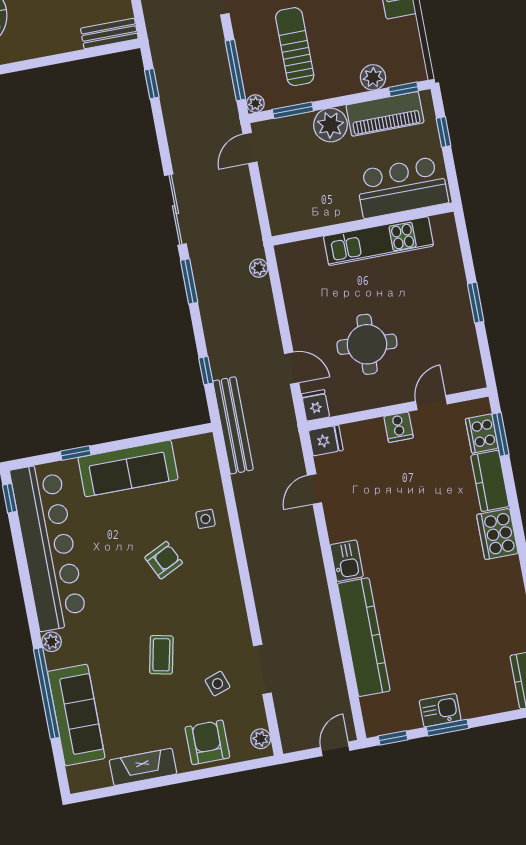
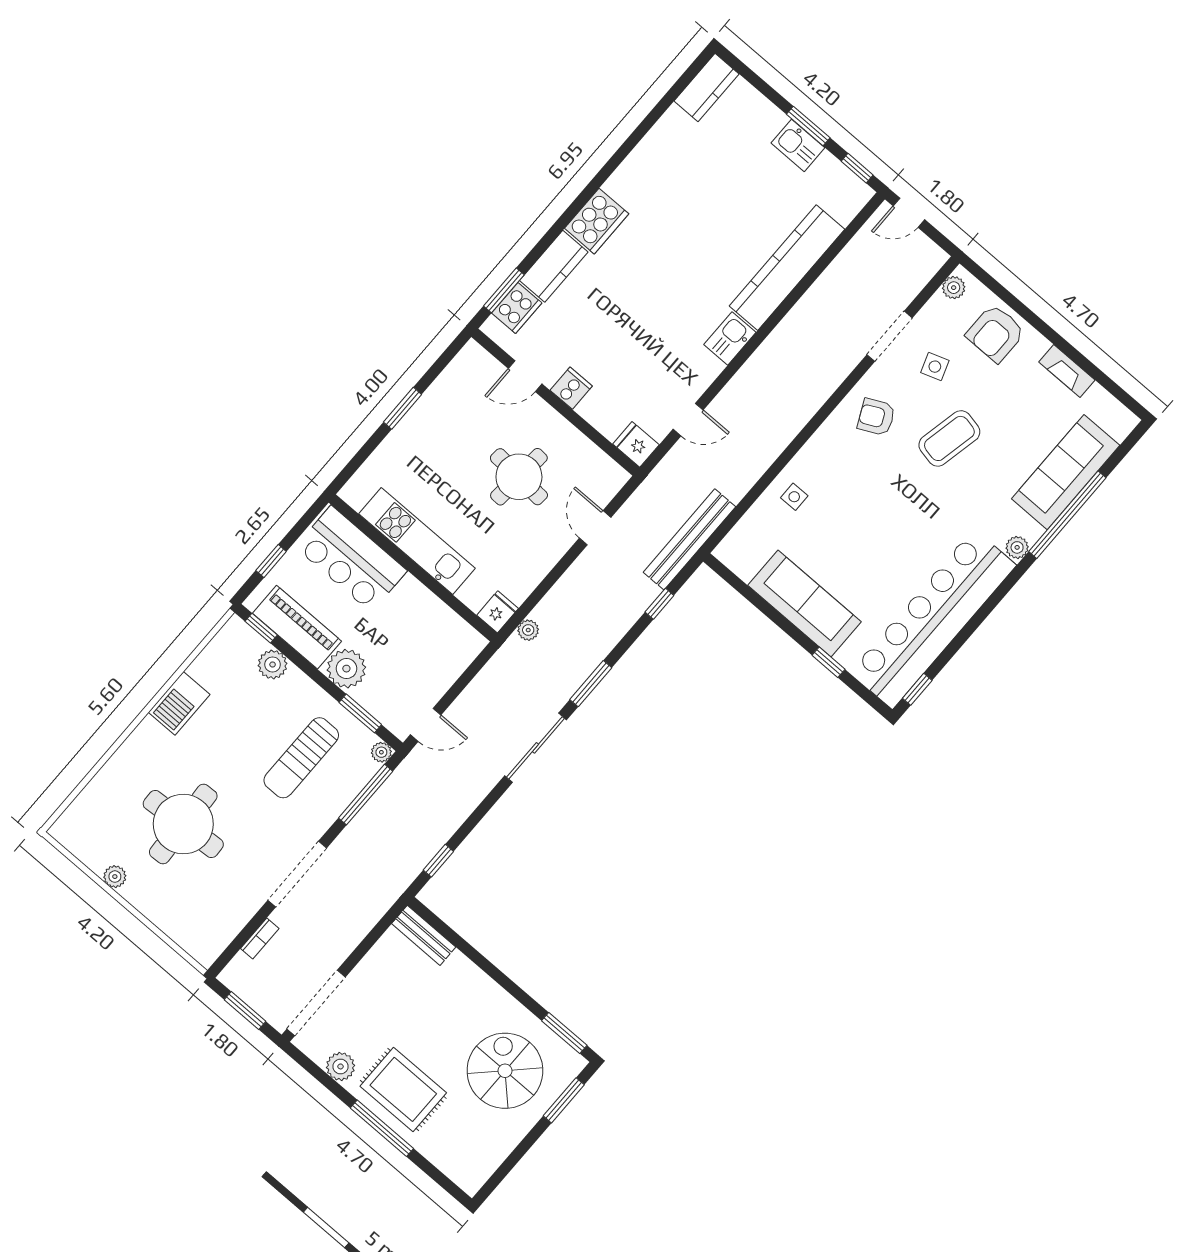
fridge: (315, 405) -> (498, 612), moved, turned 180
armchair: (164, 560) -> (876, 417), moved
coffee table: (161, 655) -> (949, 438), width x1.36, depth x1.30
fireplace: (143, 767) -> (1067, 371), width x0.73, depth x0.76

